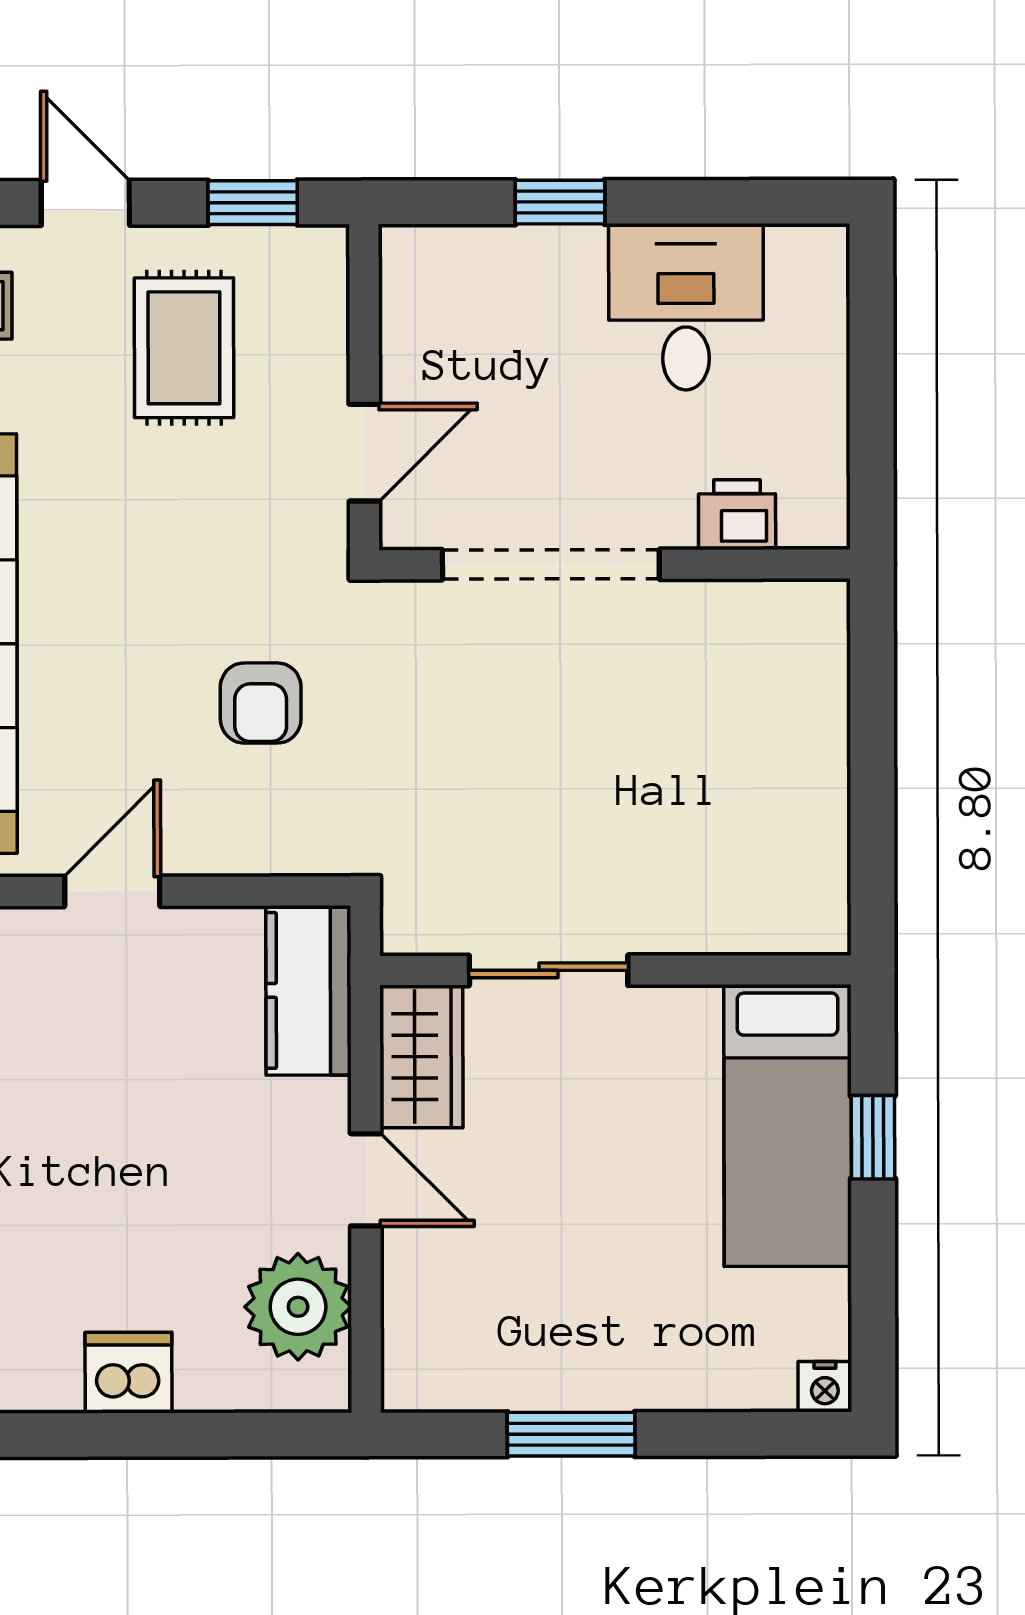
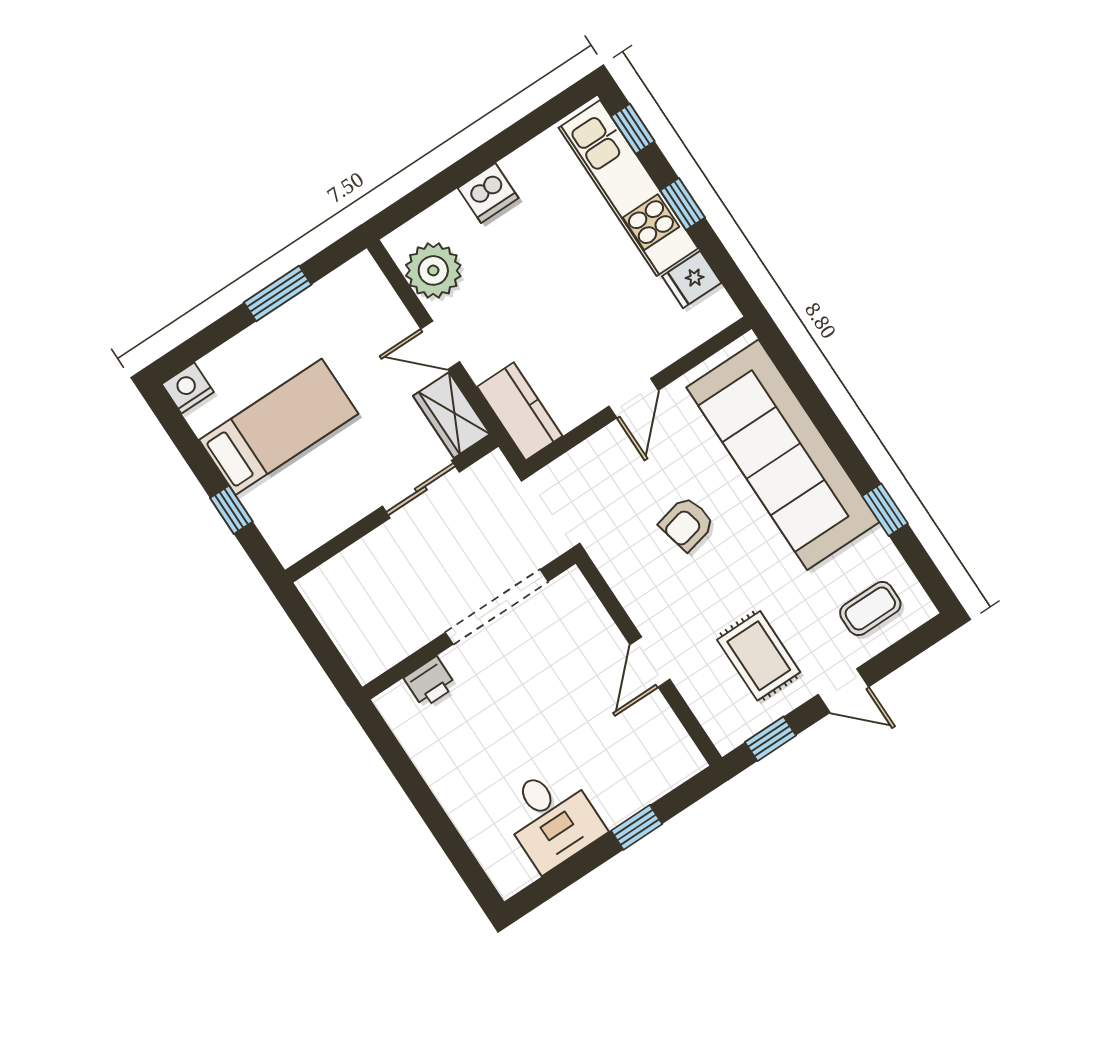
printer: (737, 515) -> (430, 682), moved
doorway: (551, 564) -> (497, 607), moved
wall: (615, 564) -> (469, 625), moved
armchair: (261, 703) -> (687, 524), moved, turned -103
bed: (788, 1125) -> (279, 427), moved, turned 90
nightstand: (825, 1387) -> (188, 388), width x1.39, depth x1.35

